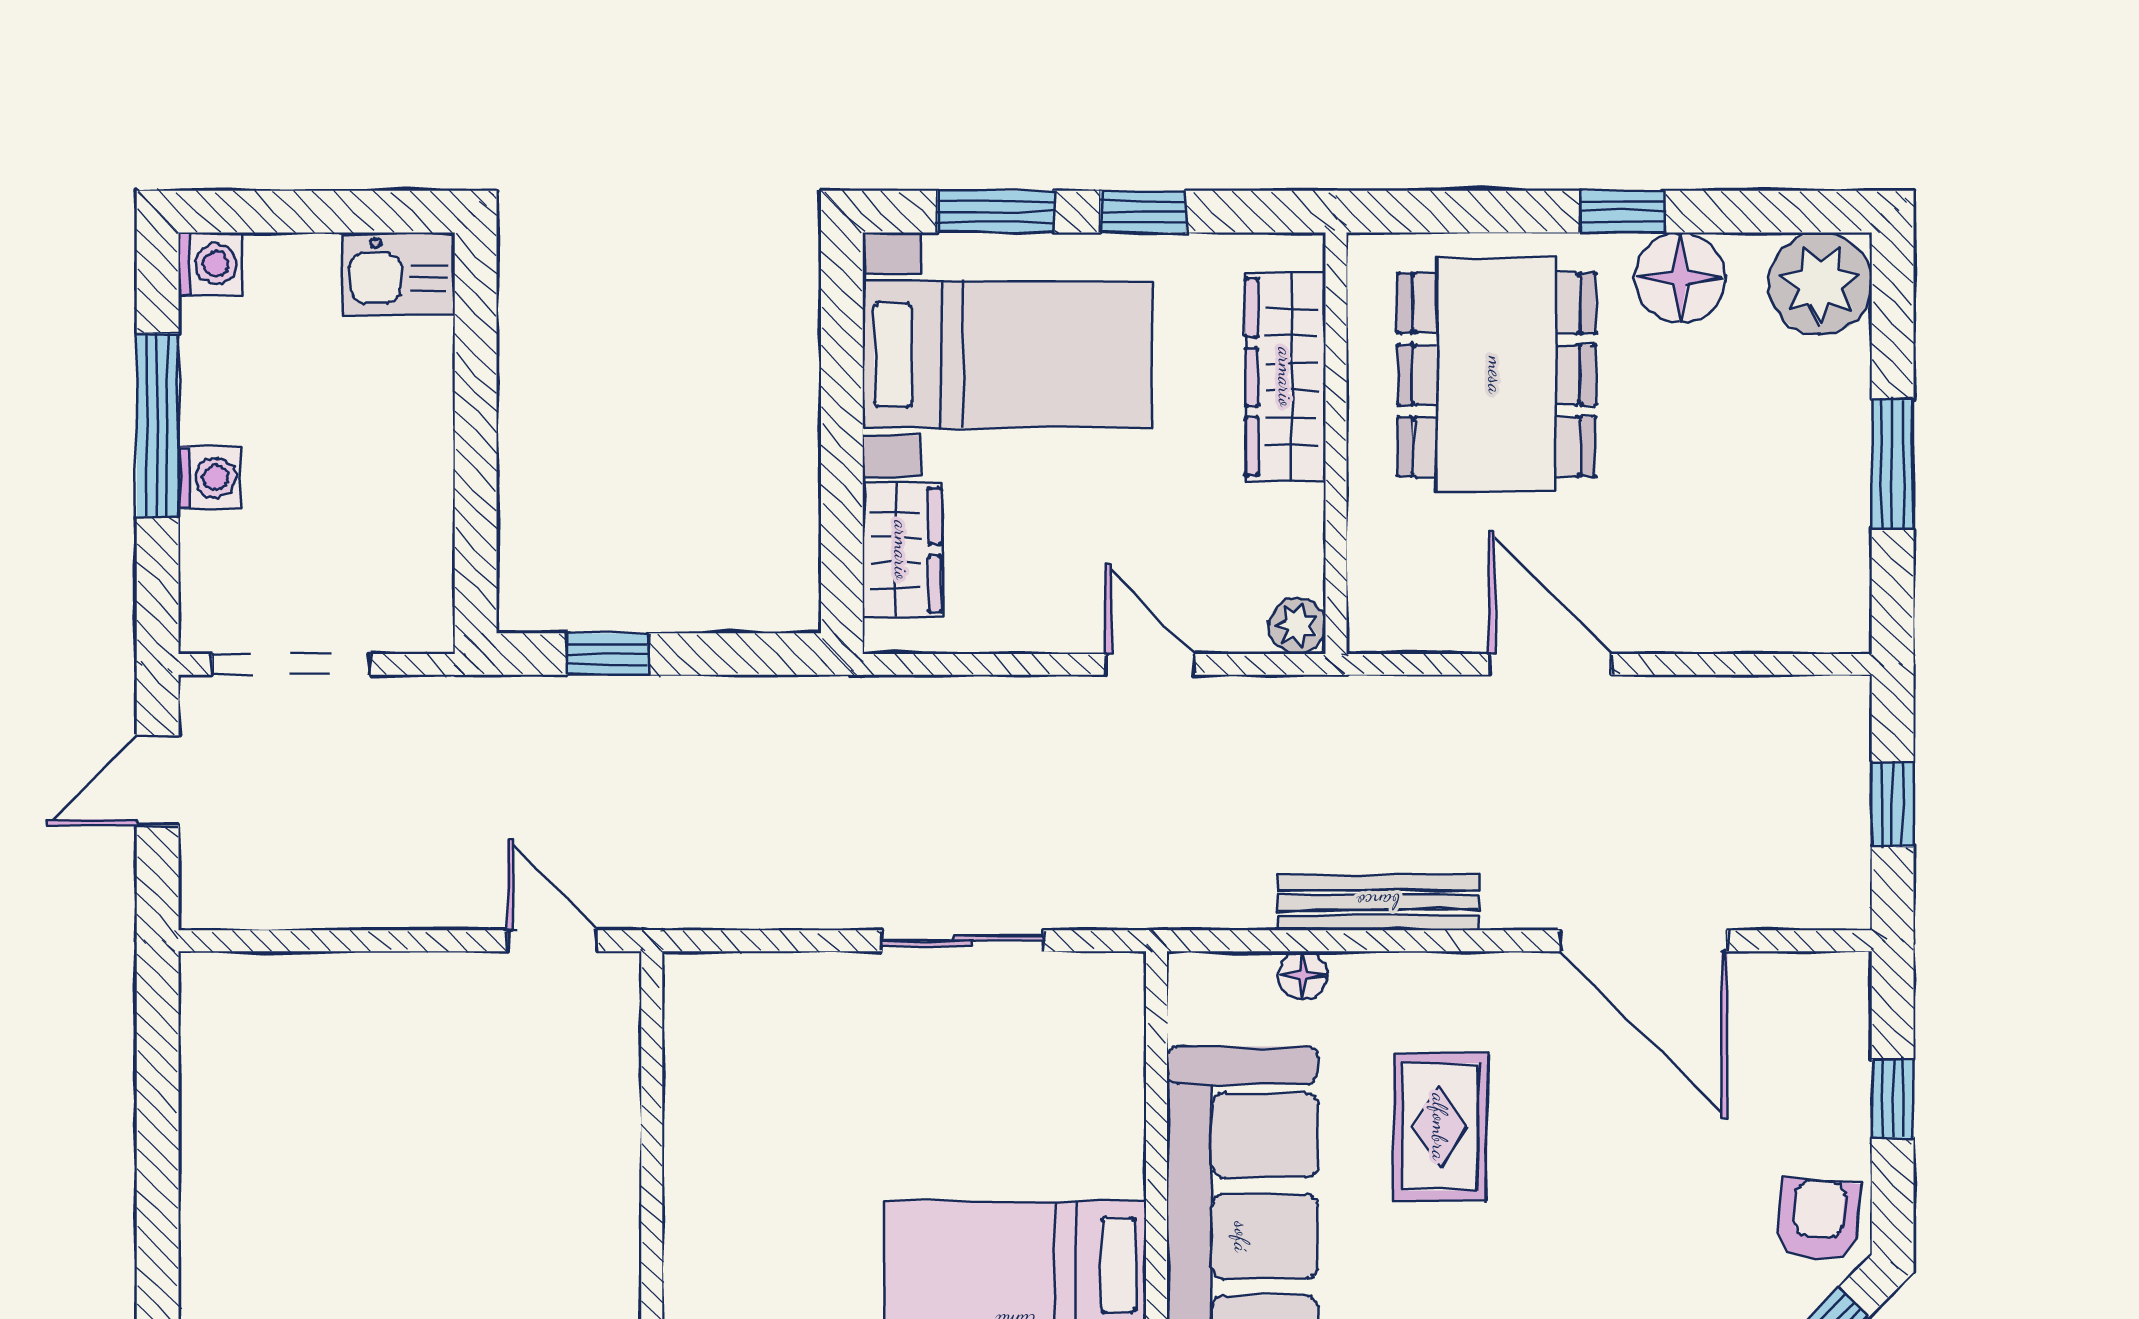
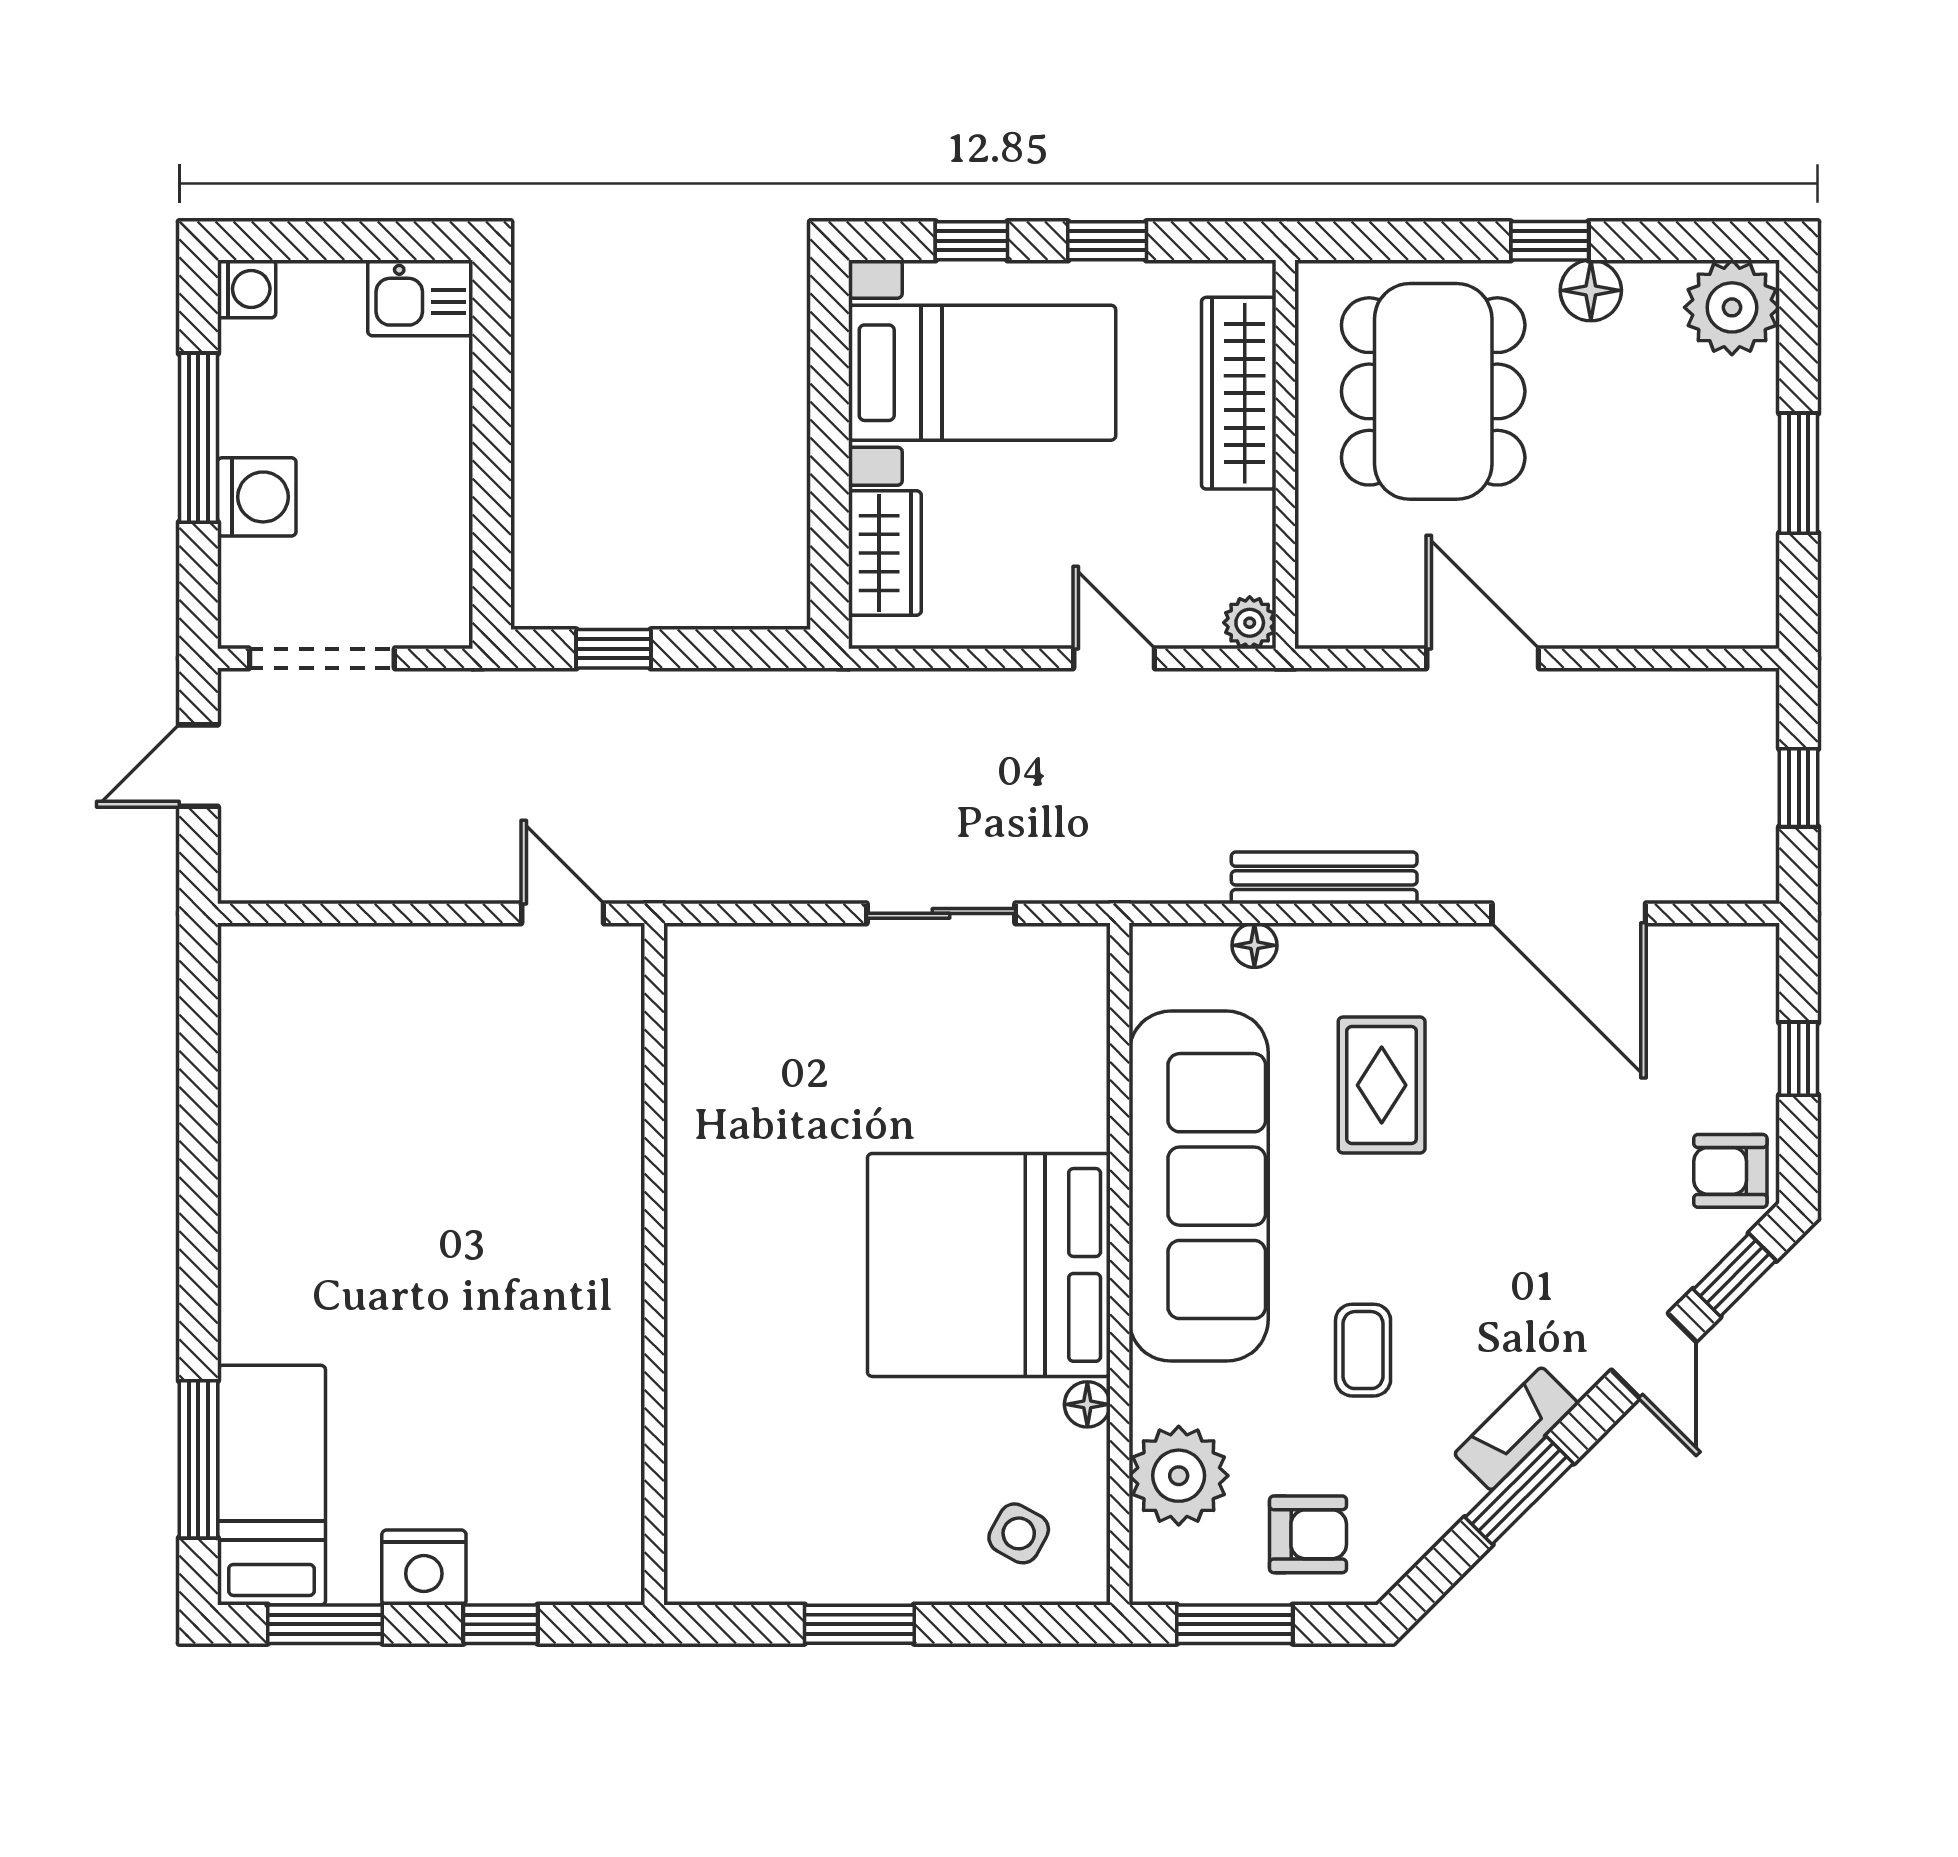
window: (996, 212) -> (971, 241), width x0.67
floor lamp: (1680, 278) -> (1591, 290), width x0.73, depth x0.73
washing machine: (209, 478) -> (257, 497), width x1.38, depth x1.38
armchair: (1819, 1220) -> (1730, 1171), turned -95

